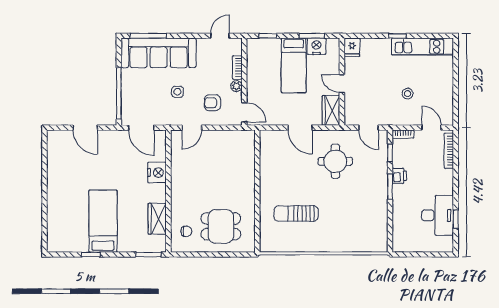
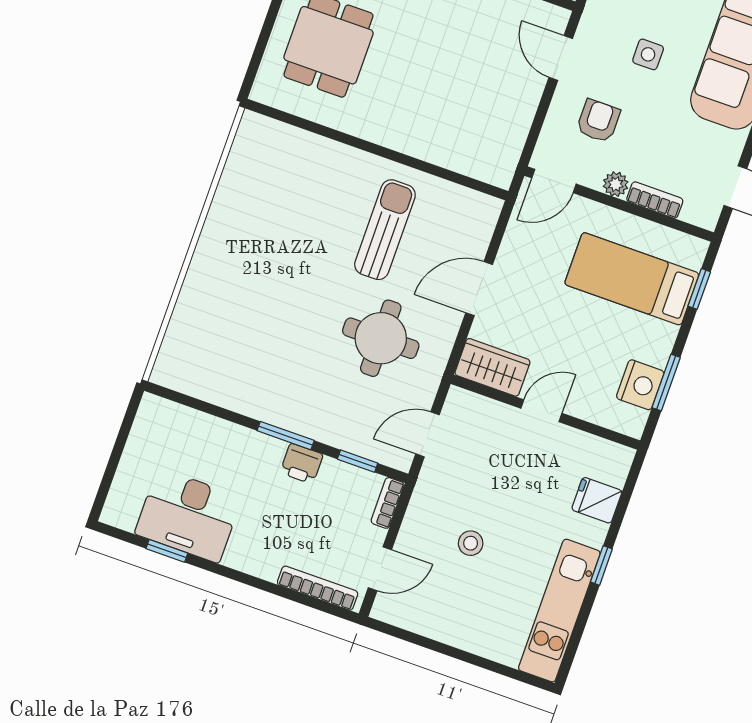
fridge: (352, 47) -> (597, 500), moved
bed: (294, 65) -> (632, 279), moved
sun lounger: (296, 213) -> (385, 230), moved

